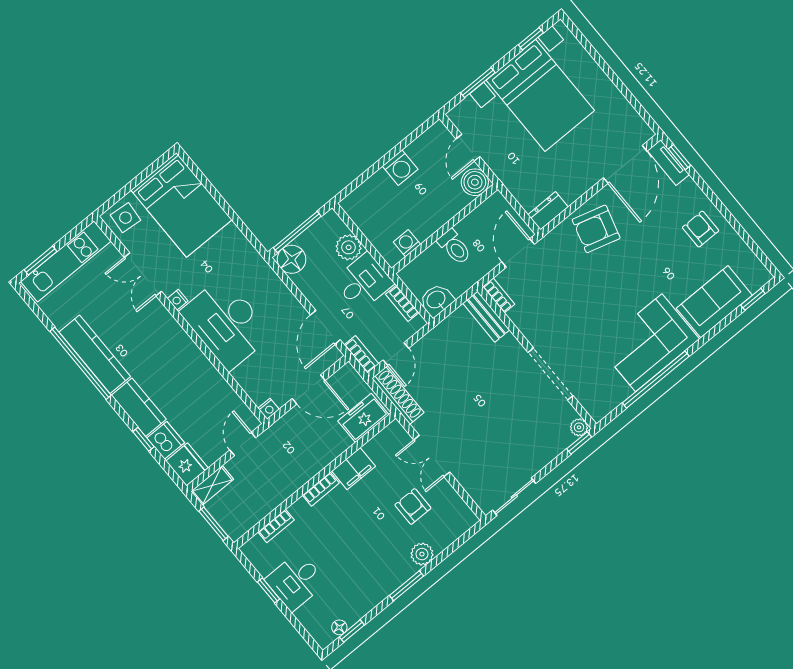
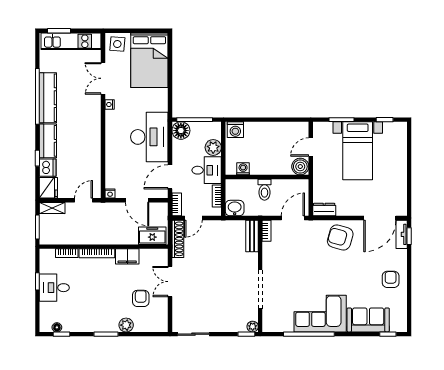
bed with nightstands: (540, 95) -> (358, 151), width x0.73
washing machine: (400, 168) -> (235, 130), moved
desk: (226, 323) -> (149, 137), moved, turned 180
bookcase: (321, 489) -> (97, 253), width x1.56

